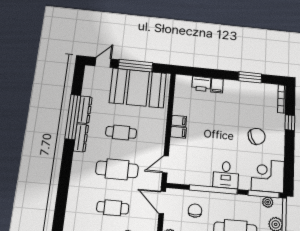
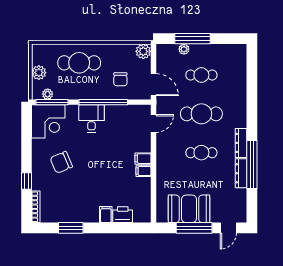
booth: (138, 88) -> (189, 209), width x0.73, depth x0.70

